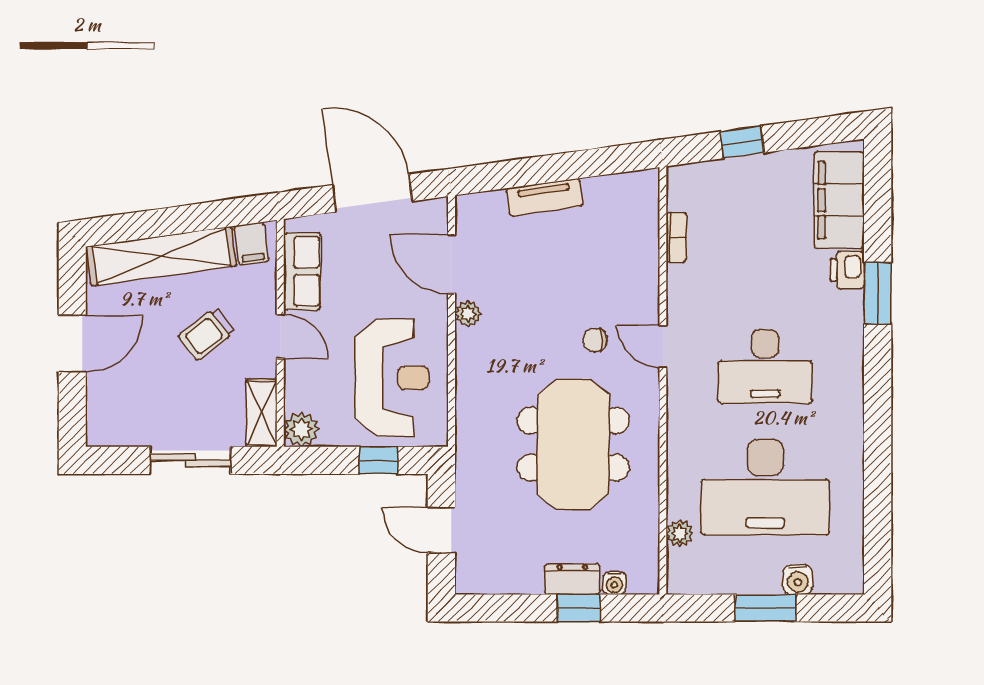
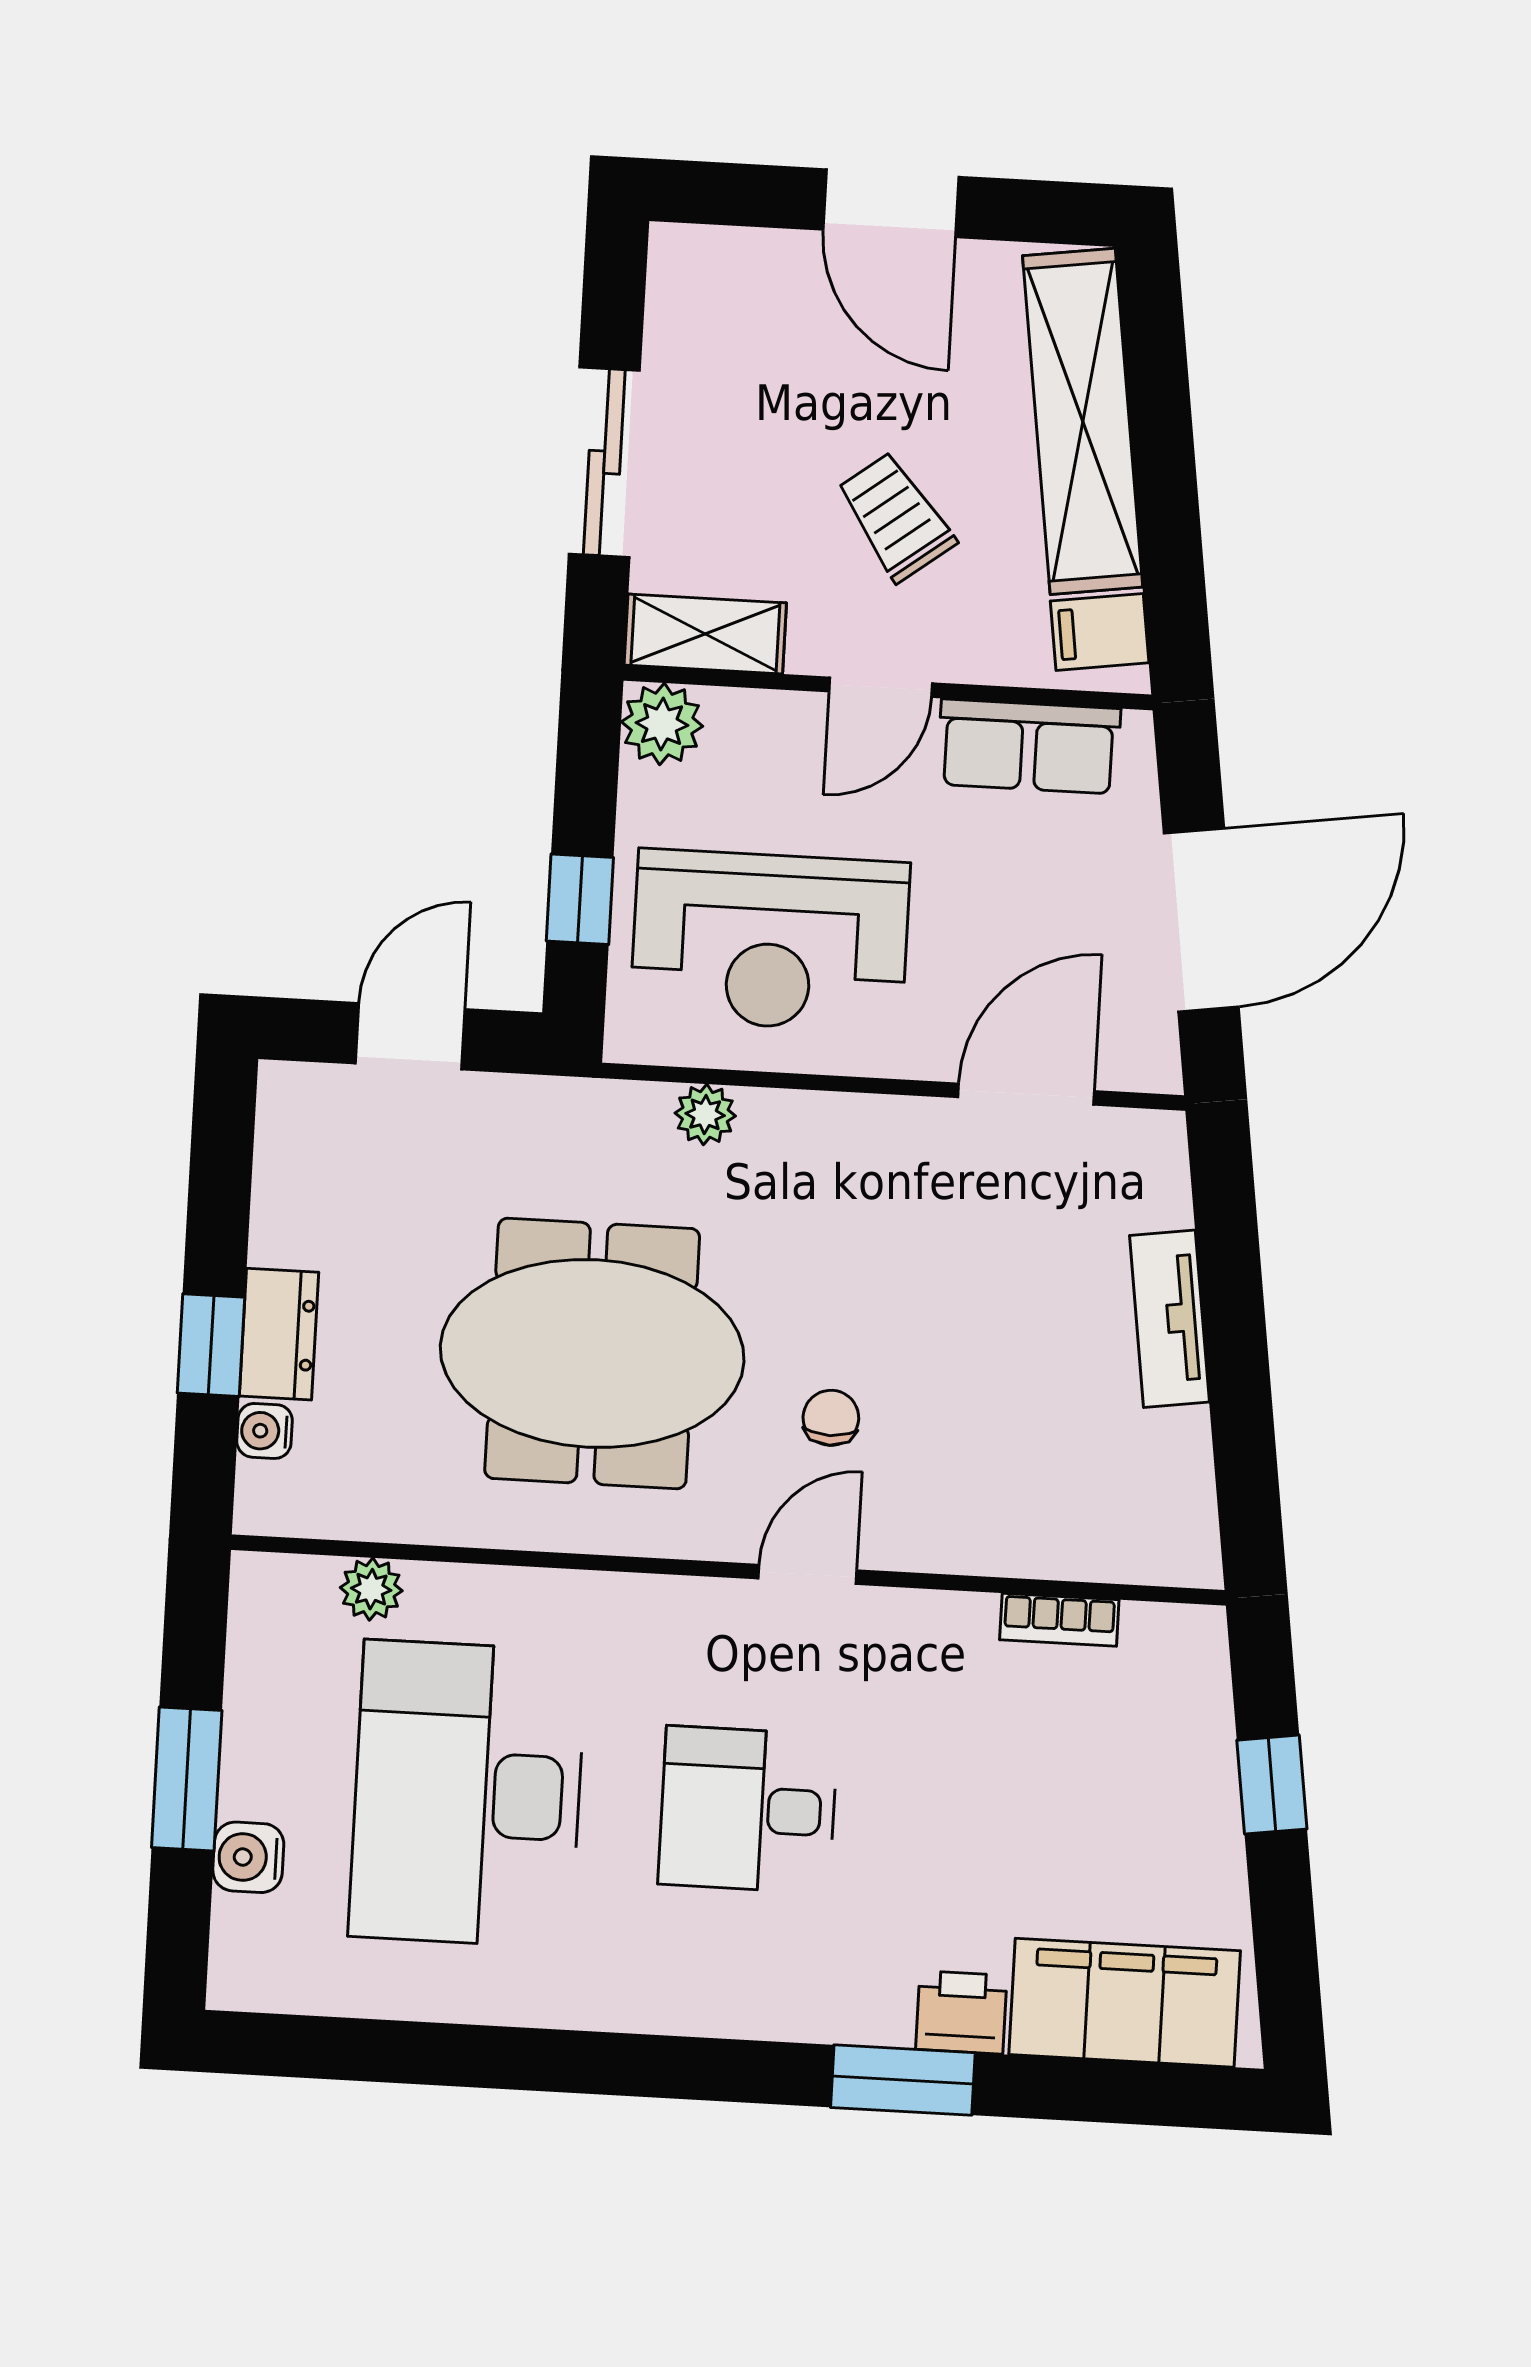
plant: (468, 314) -> (705, 1114), moved
desk: (765, 366) -> (748, 1810), width x0.73

